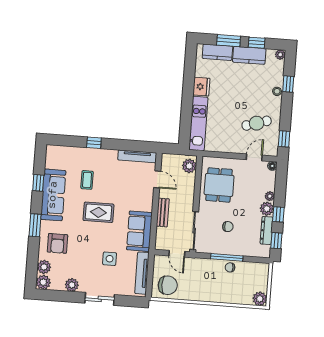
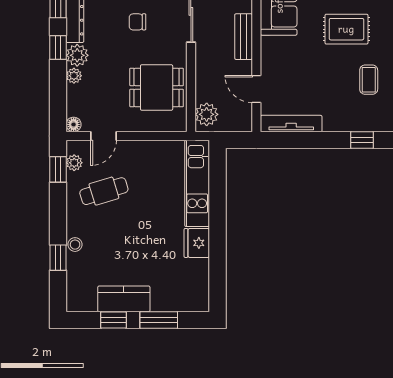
kitchen counter: (217, 52) -> (175, 300), removed
plant: (280, 55) -> (74, 163), moved
dining table: (219, 185) -> (157, 87), turned 90

